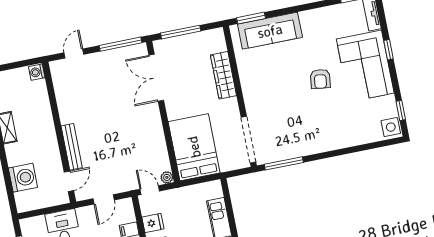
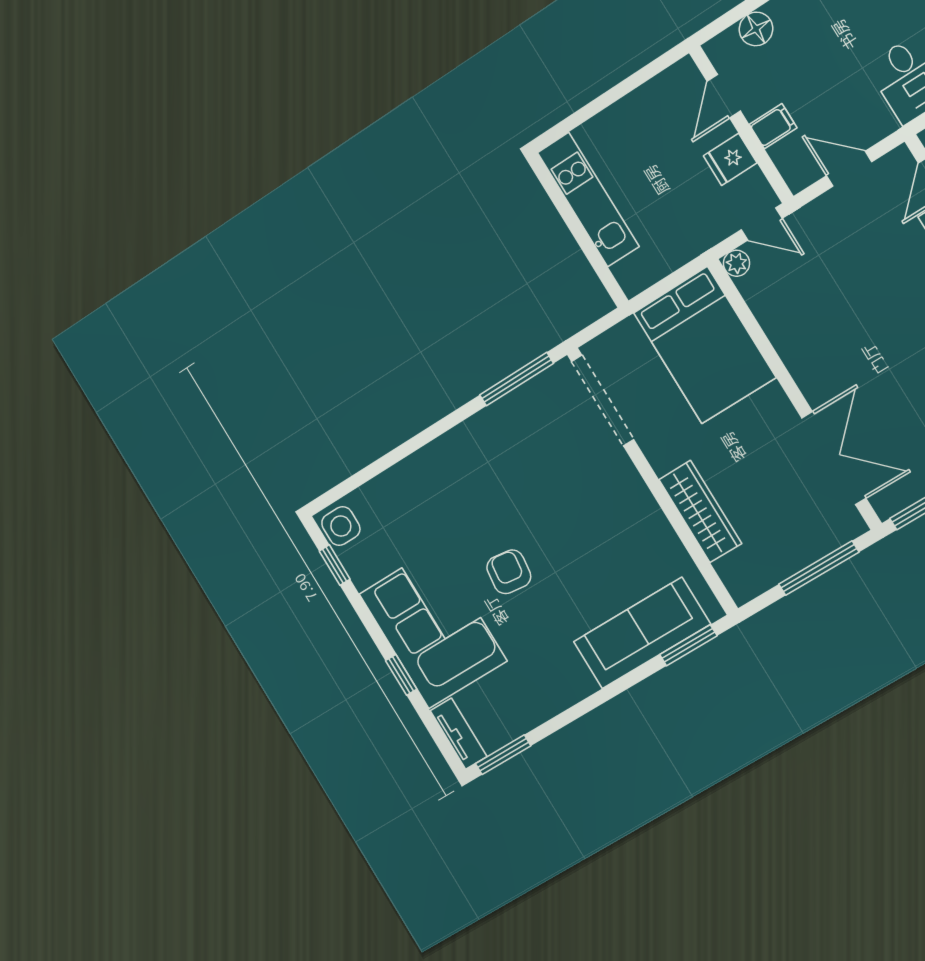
door: (104, 199) -> (849, 169), hinge flipped

